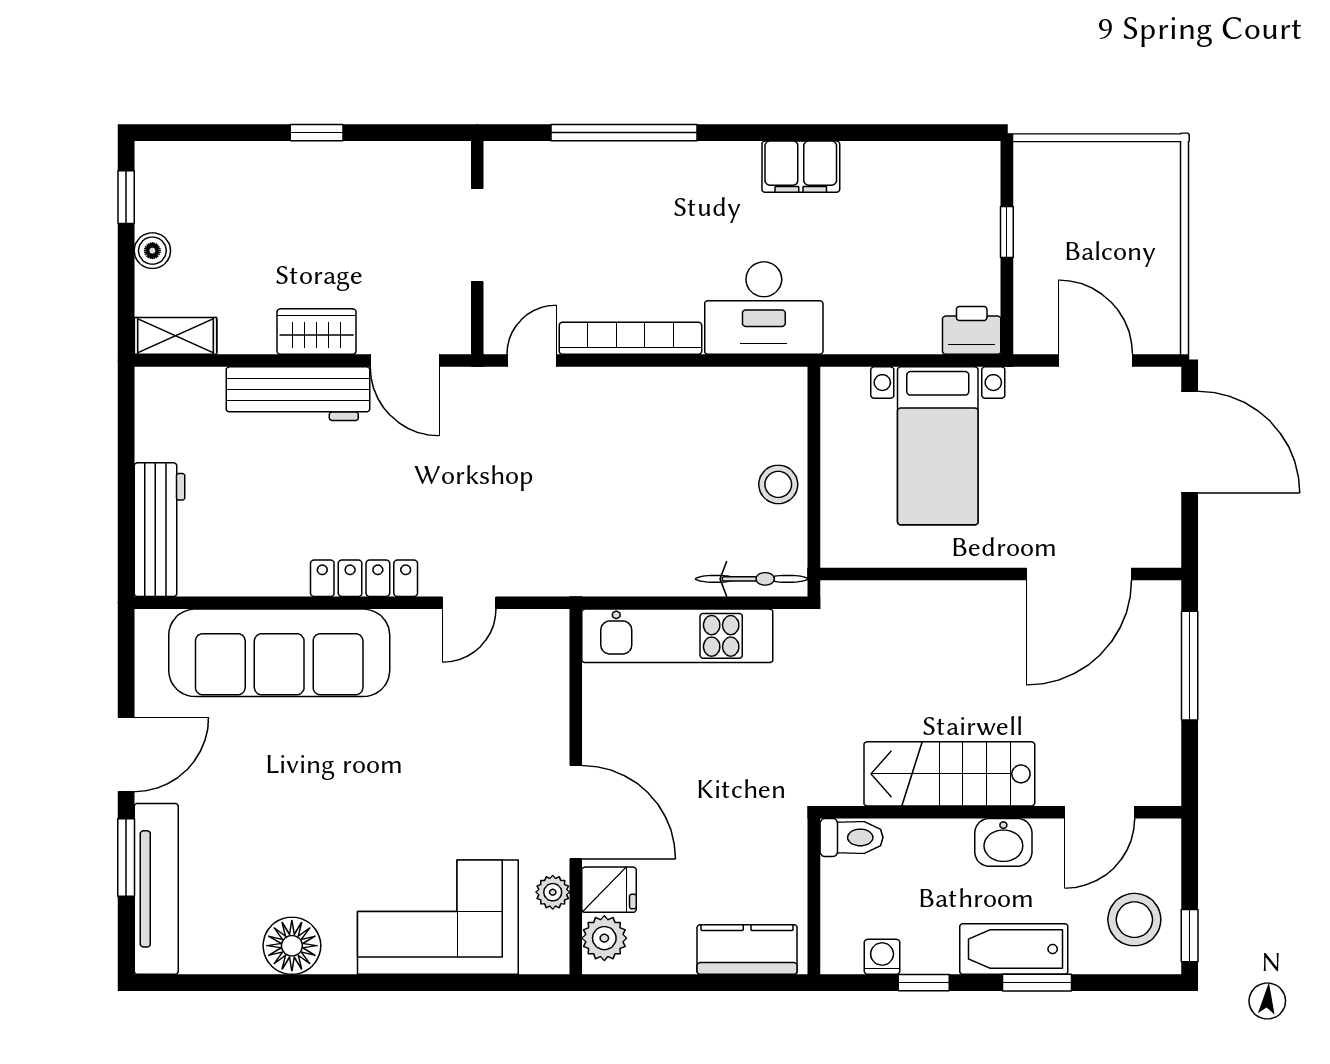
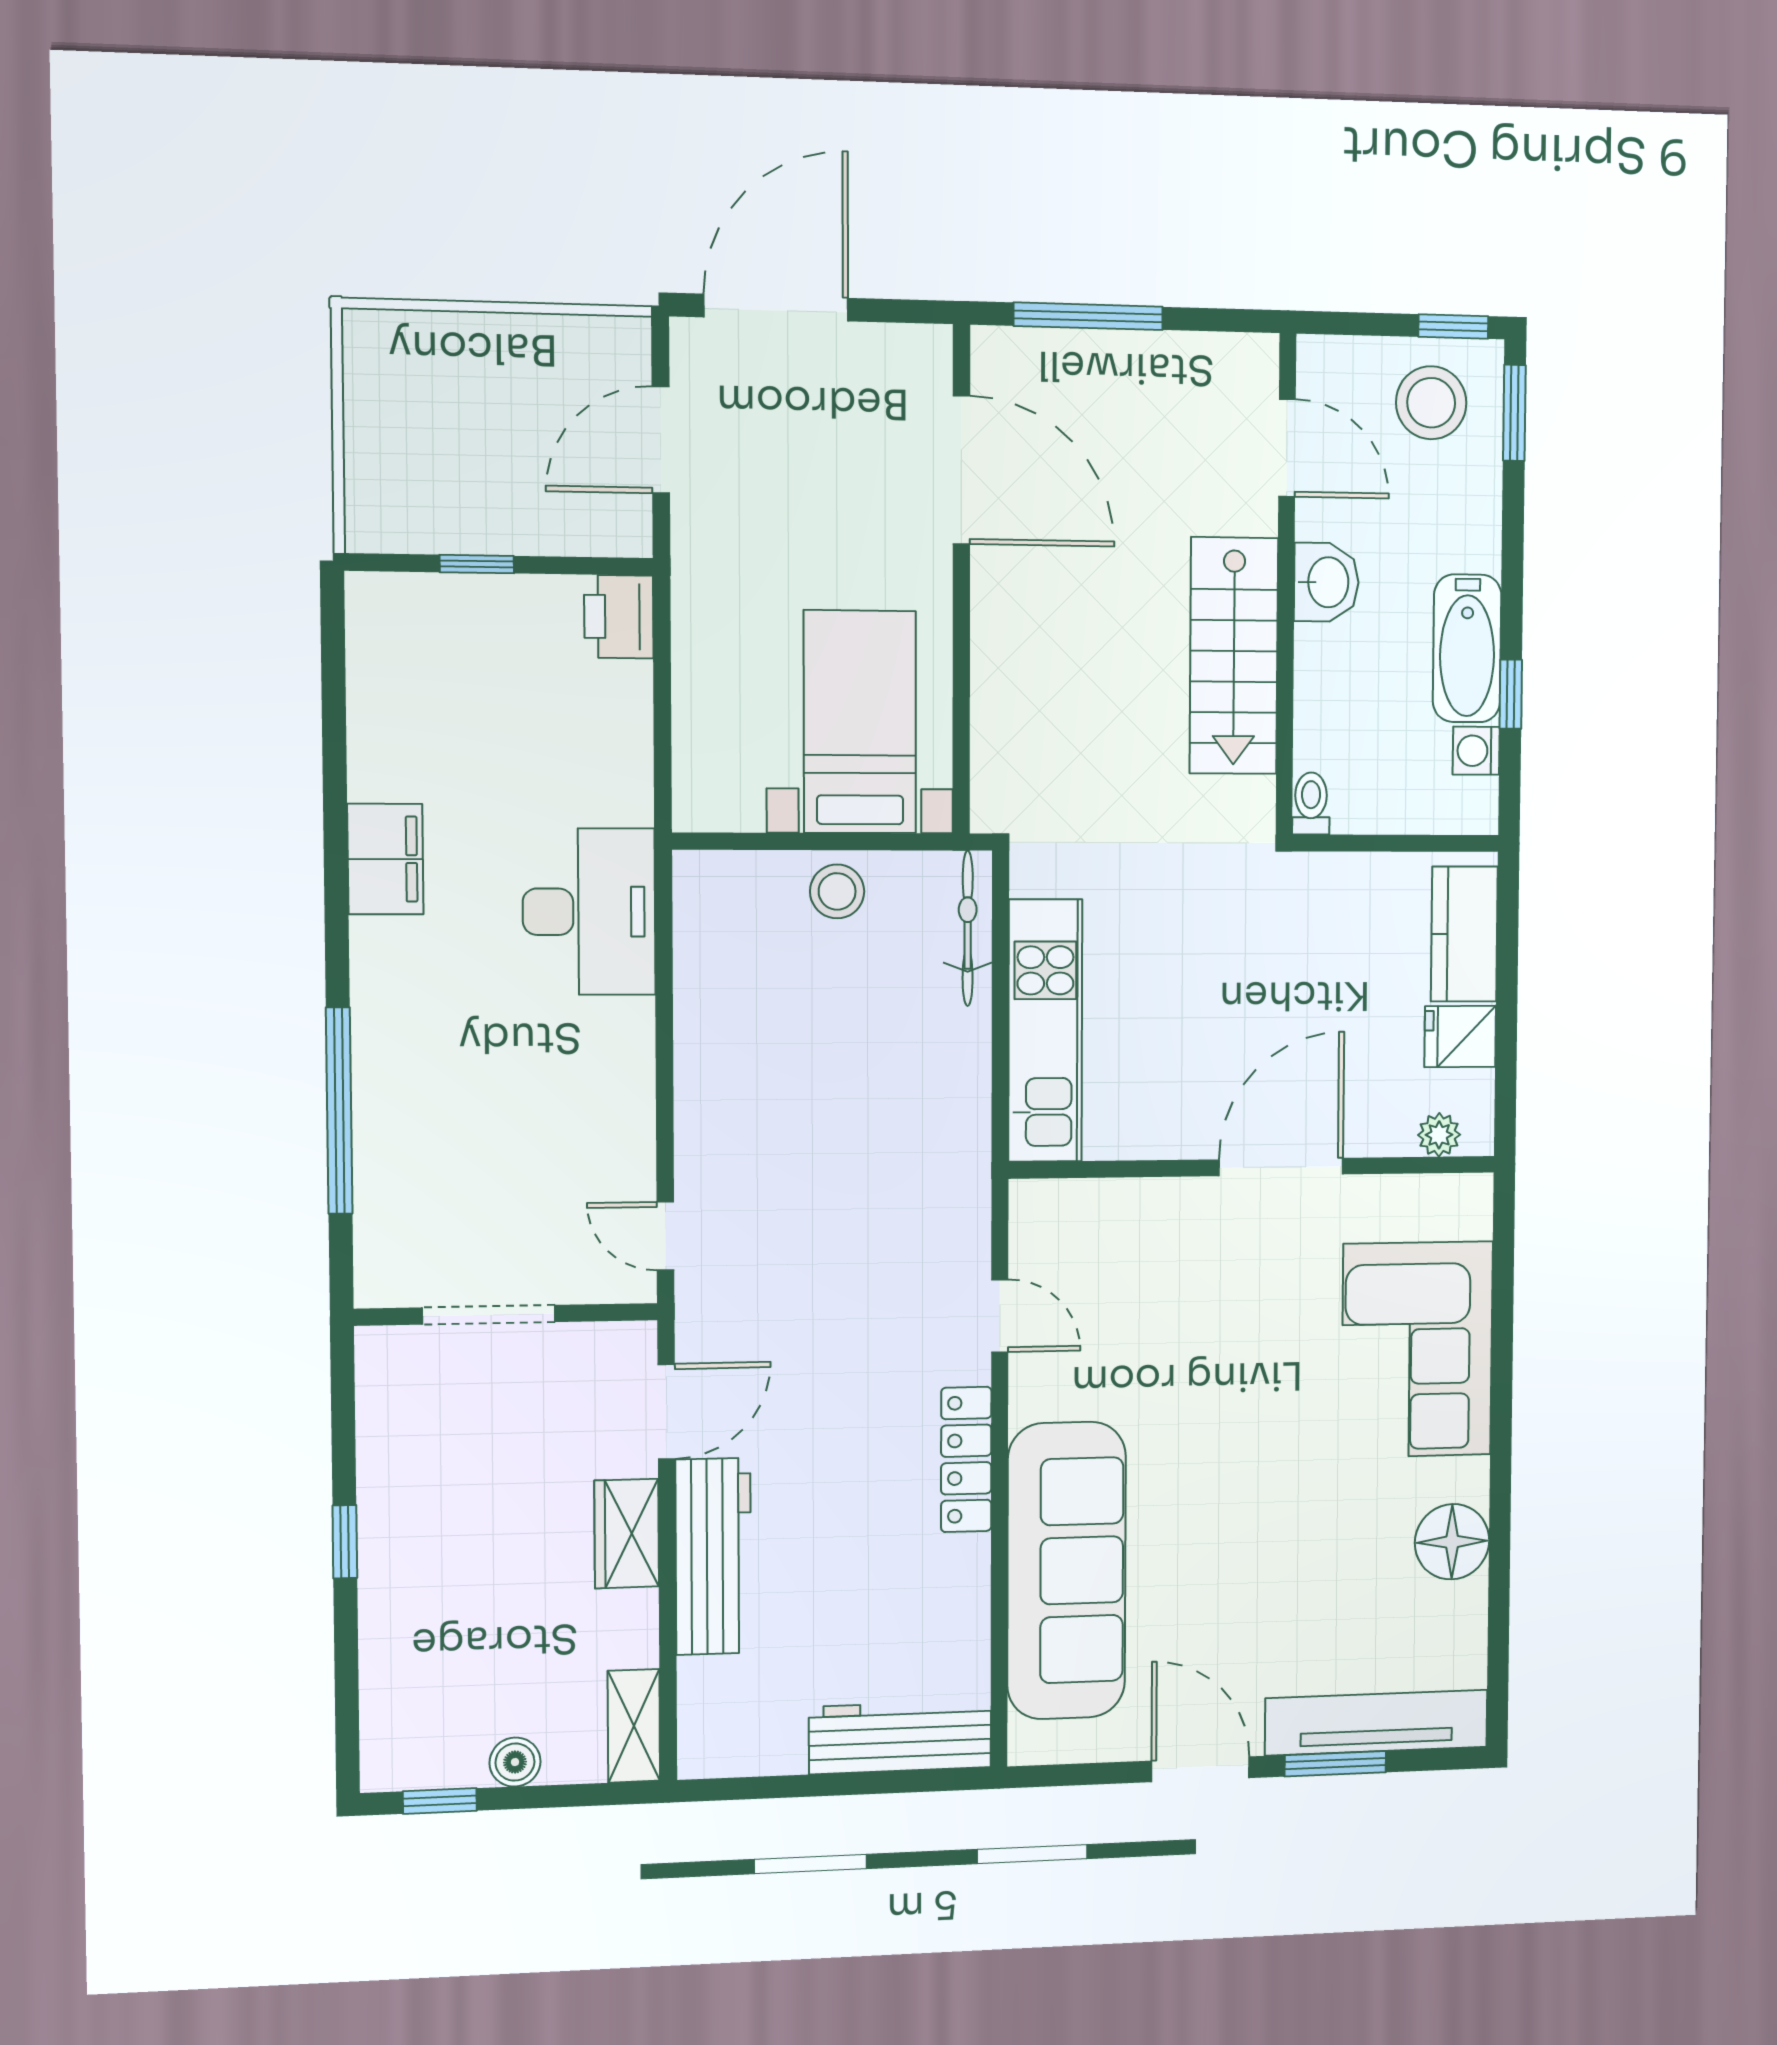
bookcase: (630, 338) -> (633, 1099), removed
bed with nightstands: (938, 446) -> (860, 722), moved, turned -90
toilet: (851, 837) -> (1311, 803), width x0.73, depth x0.72
fridge: (609, 890) -> (1460, 1036), moved, turned -90
plant: (553, 892) -> (1386, 1197), removed
plant: (604, 938) -> (1439, 1135), width x0.73, depth x0.73
bathtub: (1014, 949) -> (1467, 648), moved
window: (1037, 983) -> (1514, 413), moved

